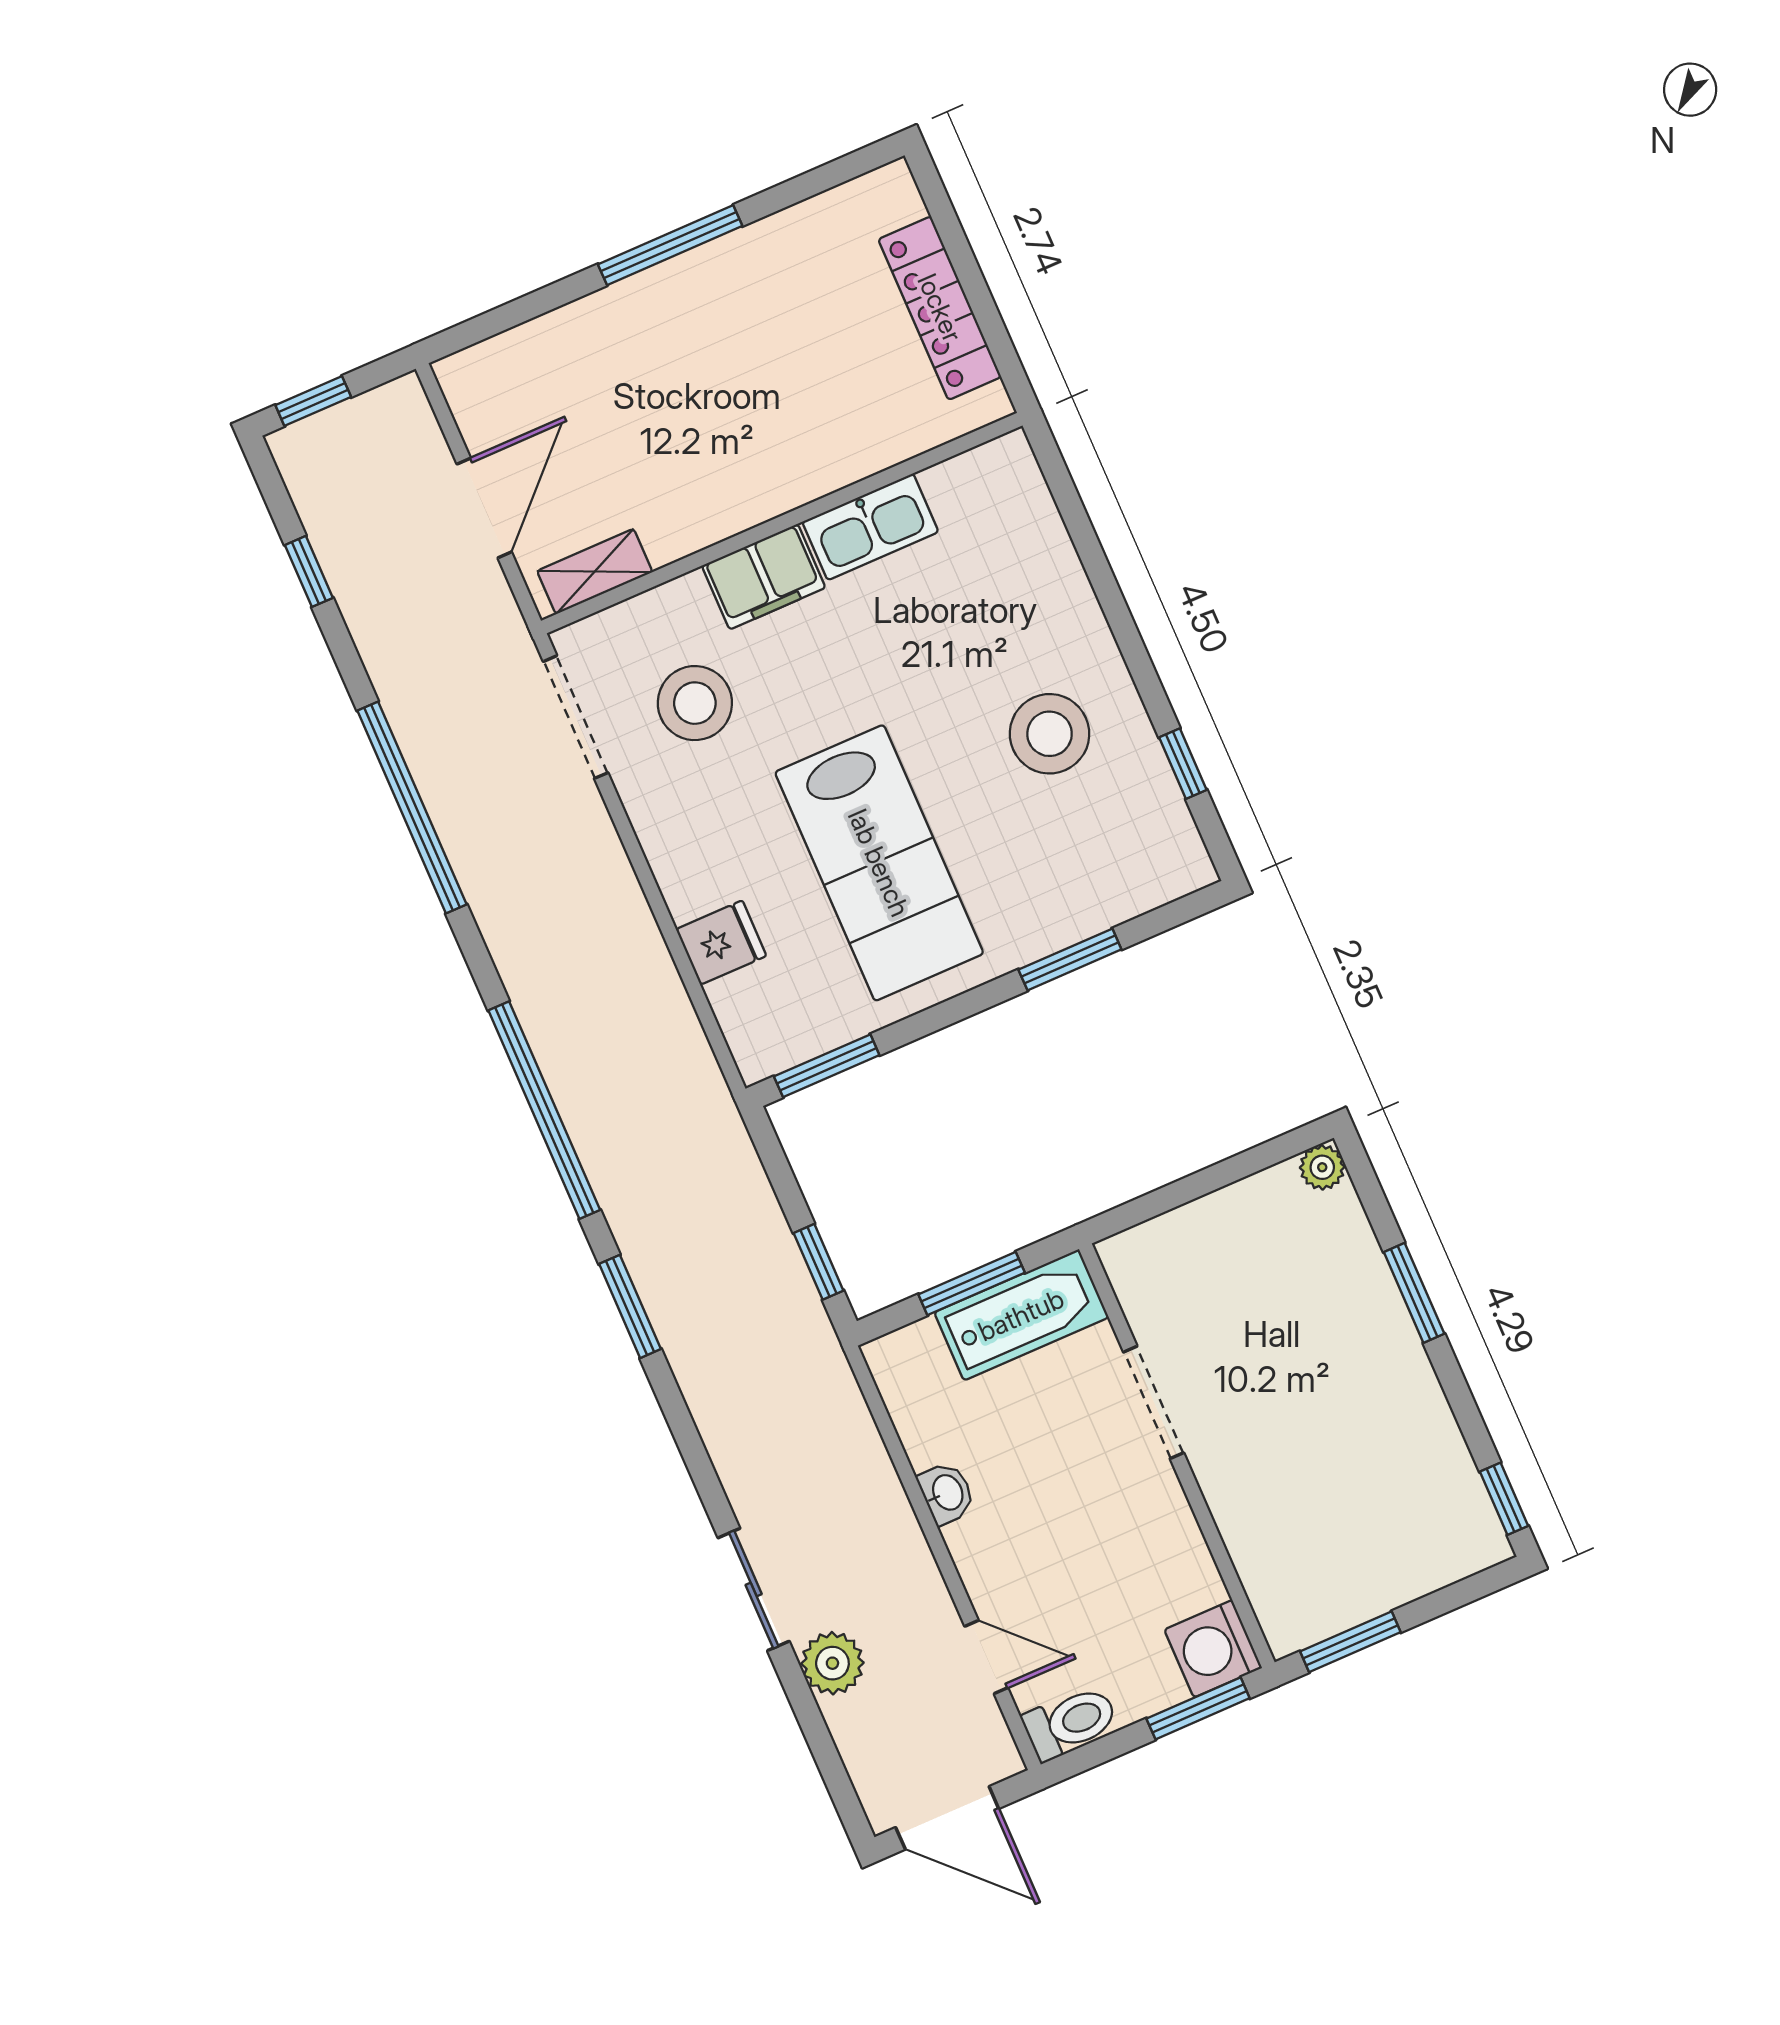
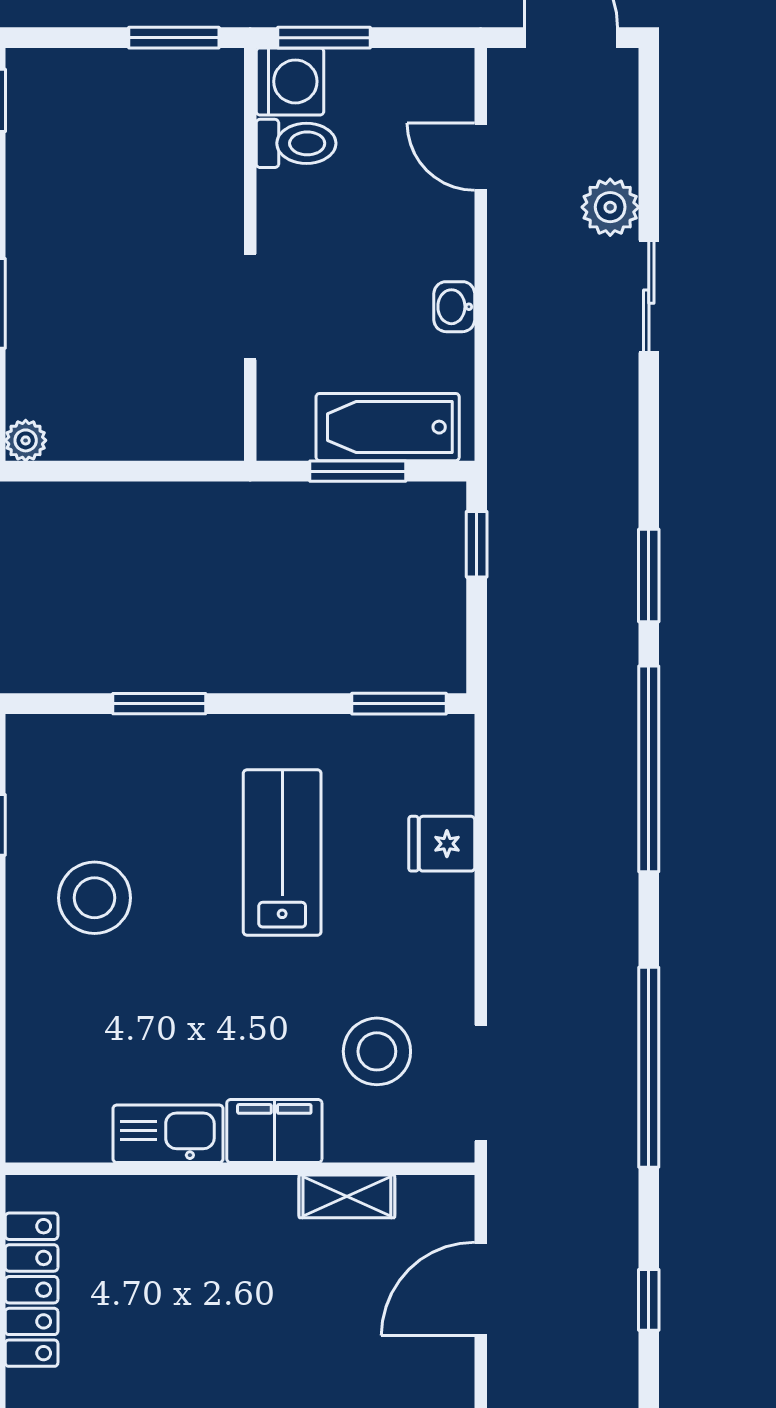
shelving: (595, 572) -> (347, 1196), moved
lab bench: (879, 863) -> (282, 852), width x0.73, depth x0.72
bathtub: (1021, 1315) -> (388, 427), moved
toilet: (1070, 1723) -> (296, 143), moved, turned 180

